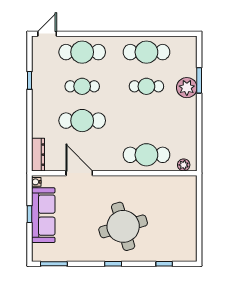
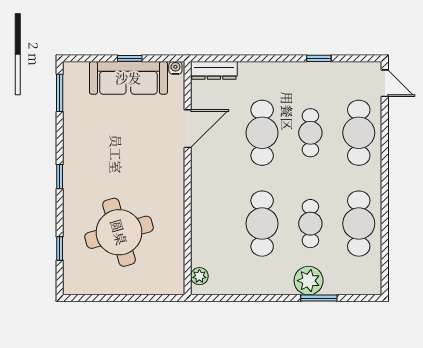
cafe table: (146, 155) -> (262, 224), moved
round table: (123, 226) -> (119, 232), moved

